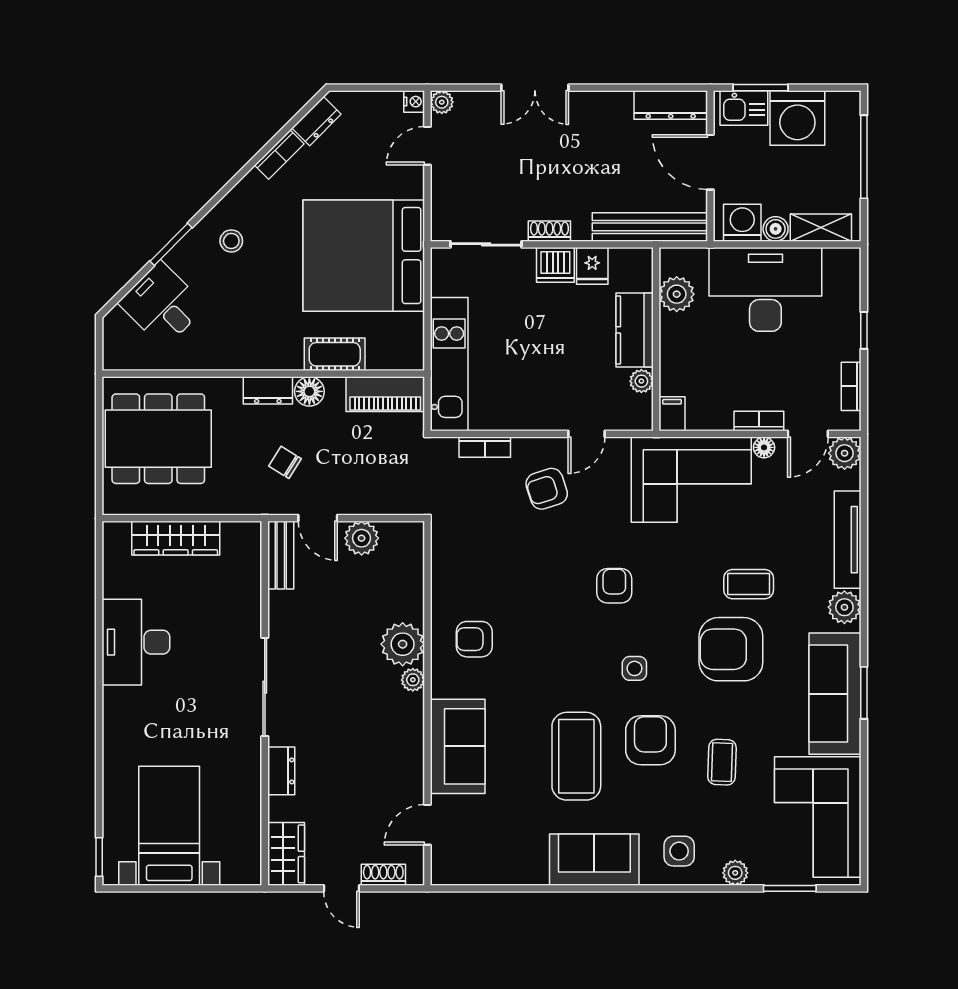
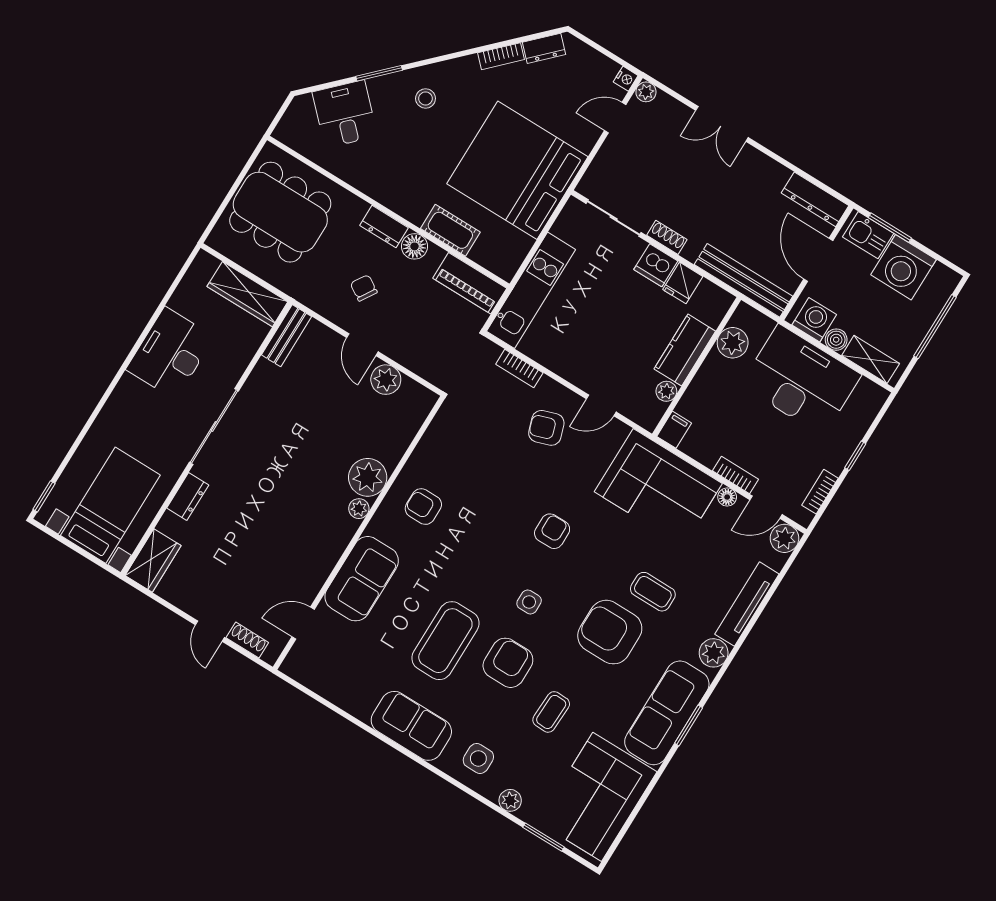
bench: (281, 555) -> (286, 336), moved
sliding door: (265, 687) -> (214, 427), moved
wall: (265, 703) -> (206, 439), moved
dresser: (281, 771) -> (188, 497), moved
wardrobe: (286, 854) -> (153, 561), moved

